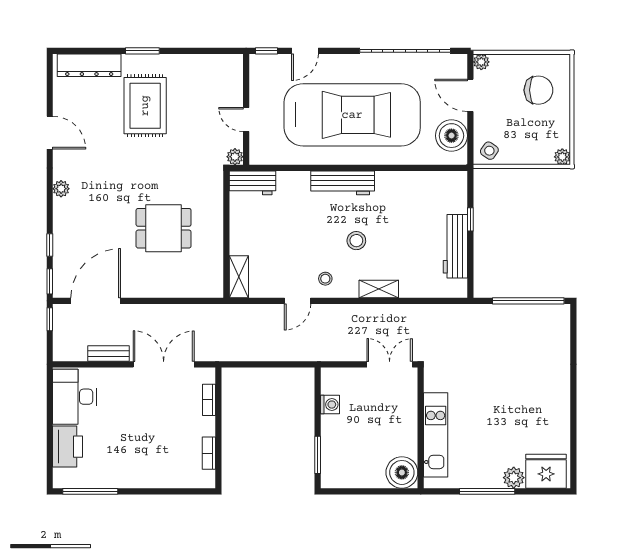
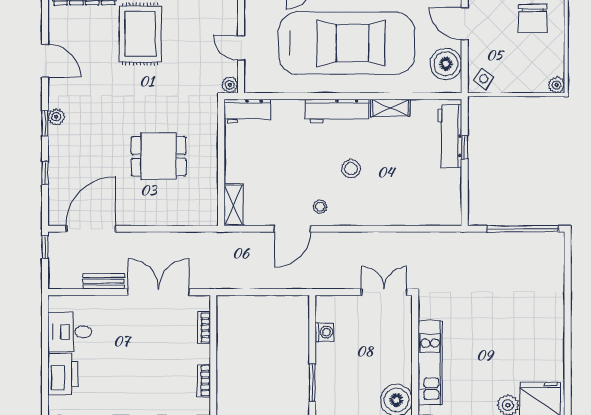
chair: (538, 90) -> (533, 19), turned 90
workbench: (455, 246) -> (450, 136), moved
window: (50, 281) -> (45, 123), moved
shelving: (379, 289) -> (390, 108), moved
door: (298, 301) -> (292, 229), width x1.38
desk: (74, 397) -> (70, 332), width x0.73

